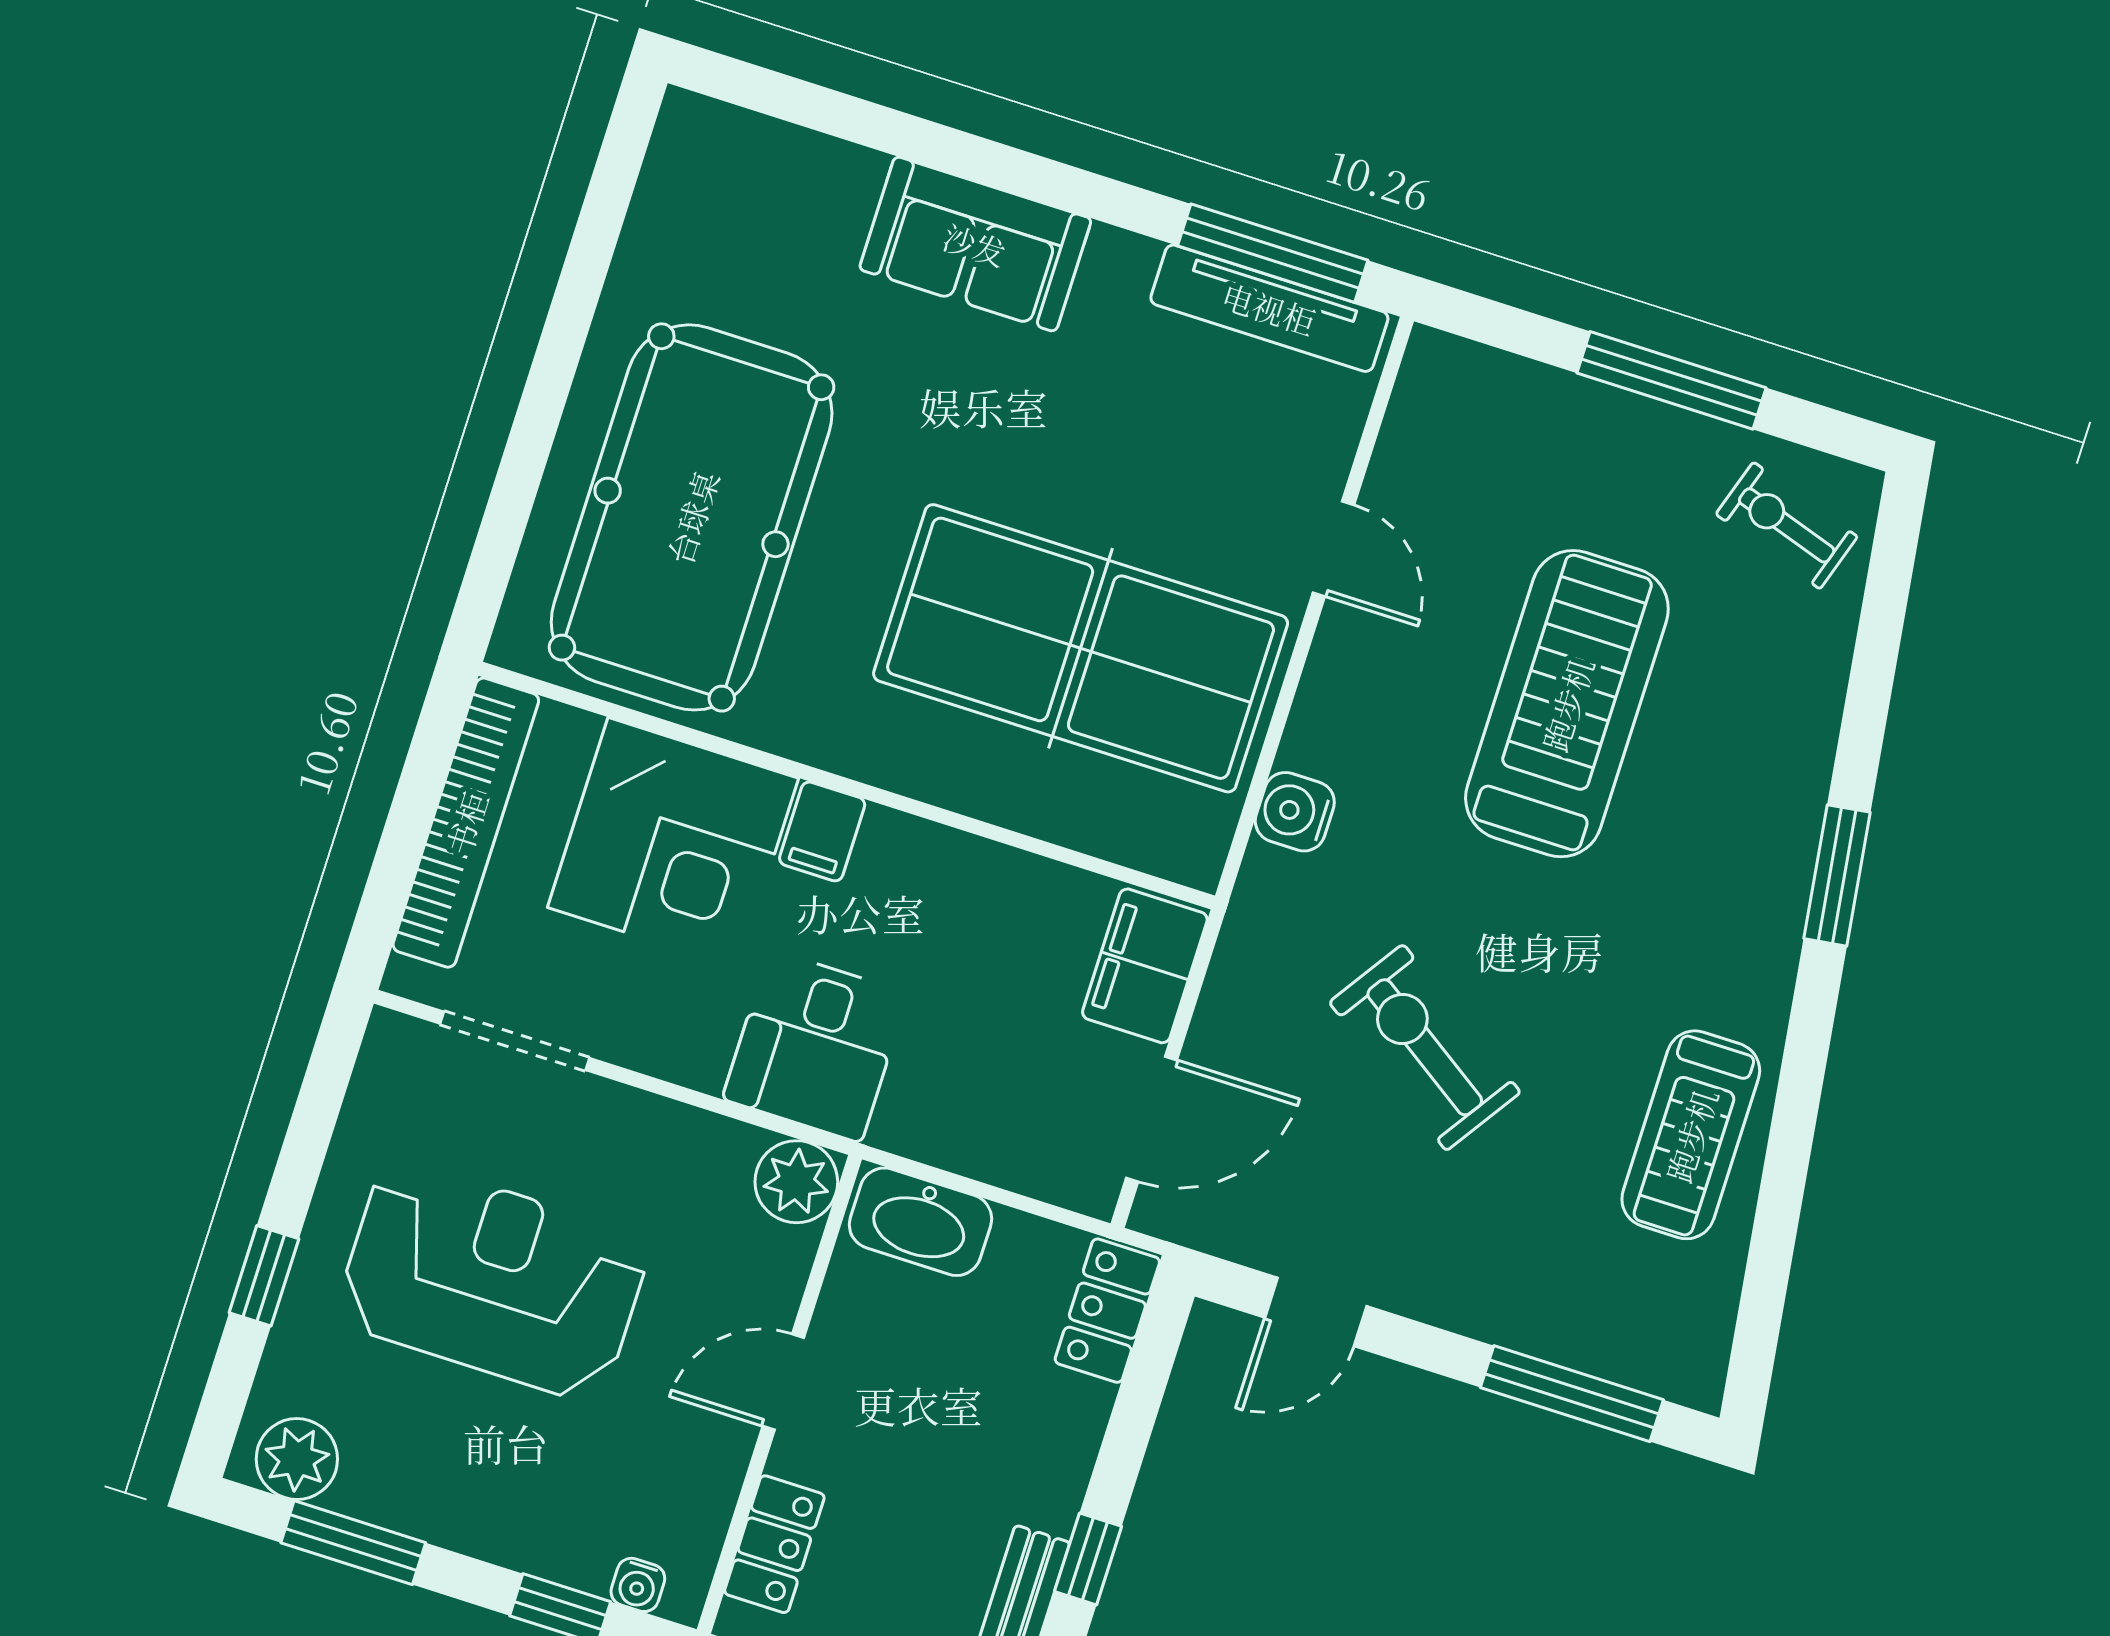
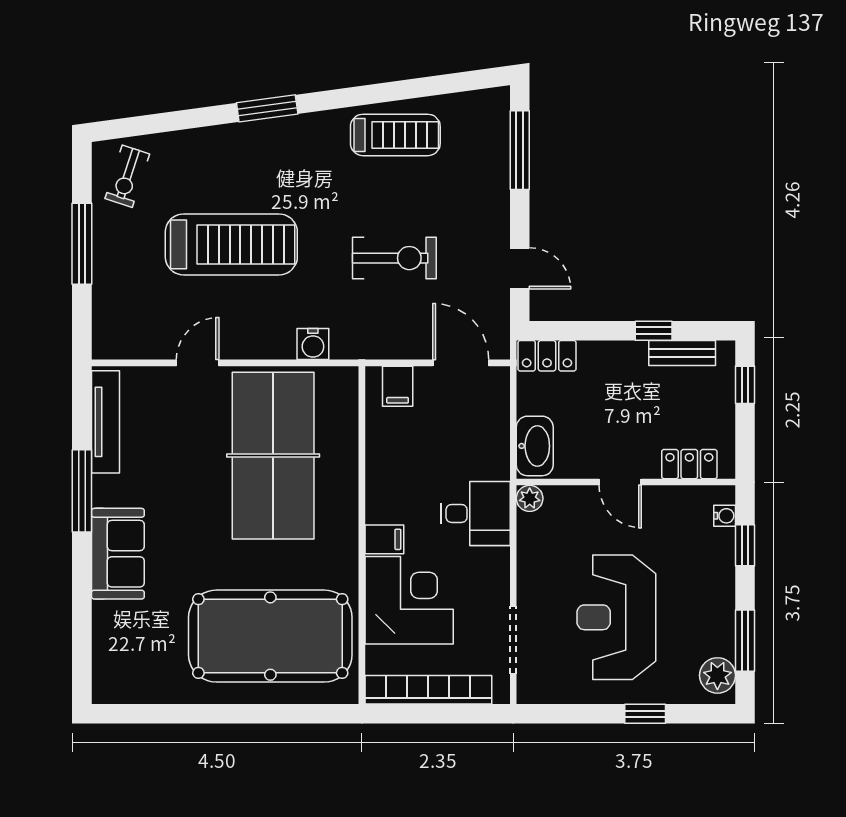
window: (1273, 253) -> (82, 491), moved
treadmill: (1567, 704) -> (231, 244), turned 180
filing cabinet: (1145, 966) -> (398, 386), width x0.50
exercise bike: (1425, 1047) -> (394, 258), turned -124
plant: (796, 1182) -> (530, 498), width x0.73, depth x0.73

